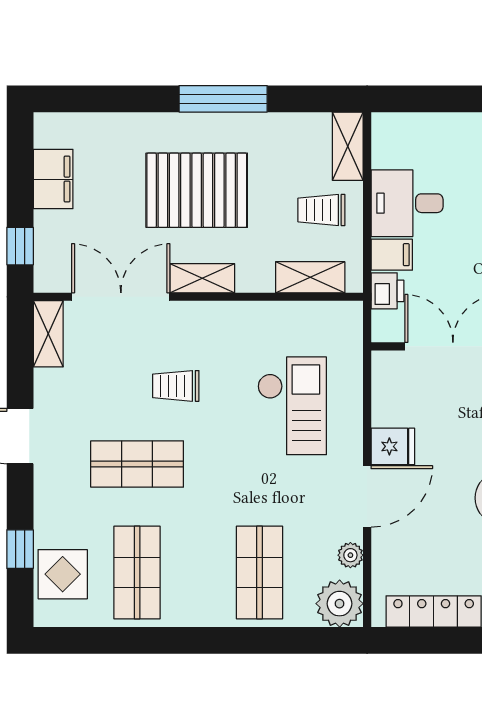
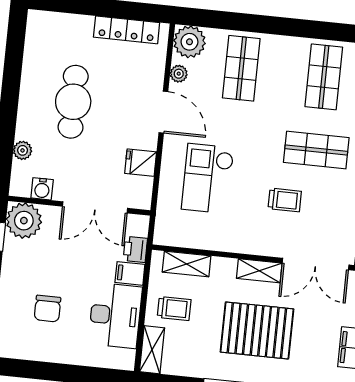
desk: (407, 203) -> (115, 315), width x1.37
fridge: (393, 446) -> (141, 163), moved
door: (367, 496) -> (163, 112), swing flipped

